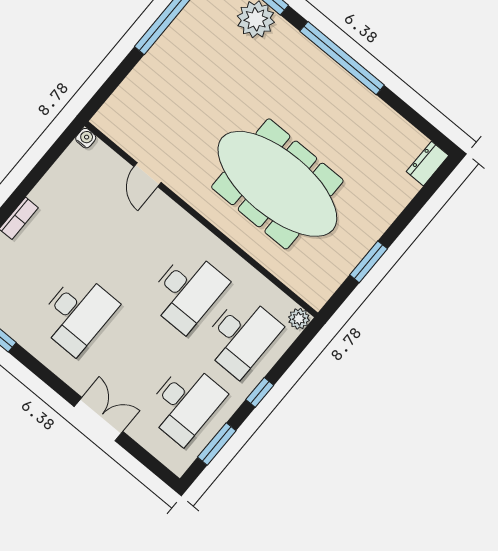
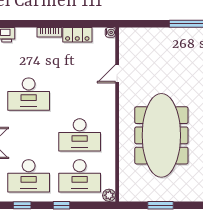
locker: (53, 184) -> (77, 35), added
window: (217, 444) -> (22, 205), width x0.67

